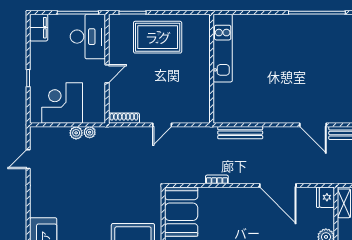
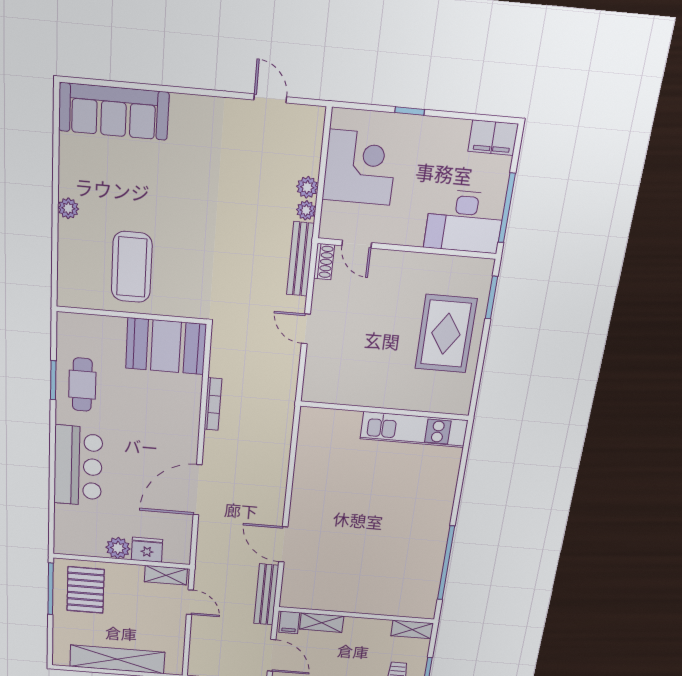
door: (107, 74) -> (357, 244), moved
shoe rack: (124, 118) -> (324, 262), width x0.70
door: (313, 125) -> (283, 544), hinge flipped
bench: (240, 133) -> (300, 259), moved
bookcase: (217, 179) -> (213, 404), width x1.56
fridge: (325, 197) -> (147, 550), moved

